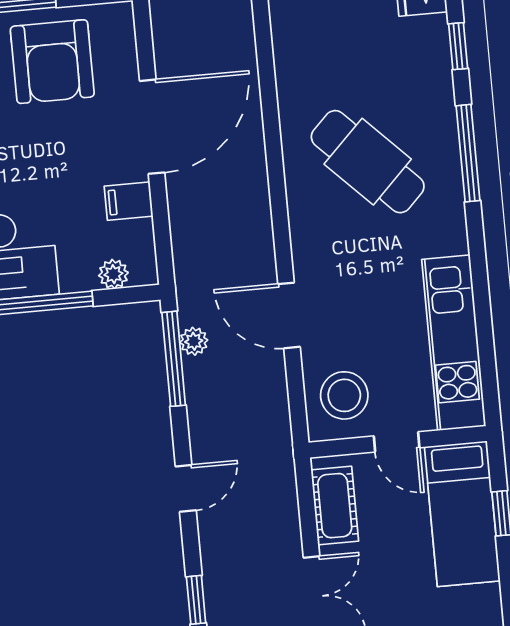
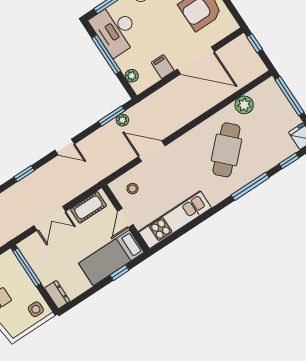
plant: (295, 77) -> (244, 105), added
door: (289, 315) -> (152, 151), hinge flipped
window: (174, 359) -> (112, 116), width x0.69
stool: (344, 395) -> (132, 189), width x0.53, depth x0.53

